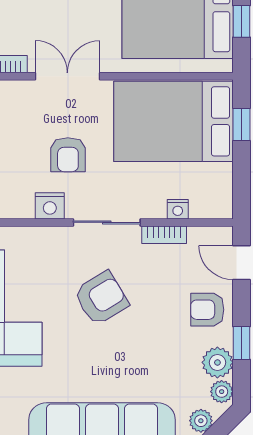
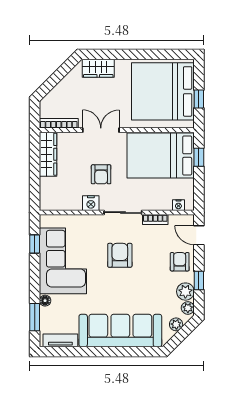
nightstand: (178, 209) -> (178, 205), moved
armchair: (101, 298) -> (120, 255), turned -59
armchair: (207, 310) -> (180, 262), turned 90

